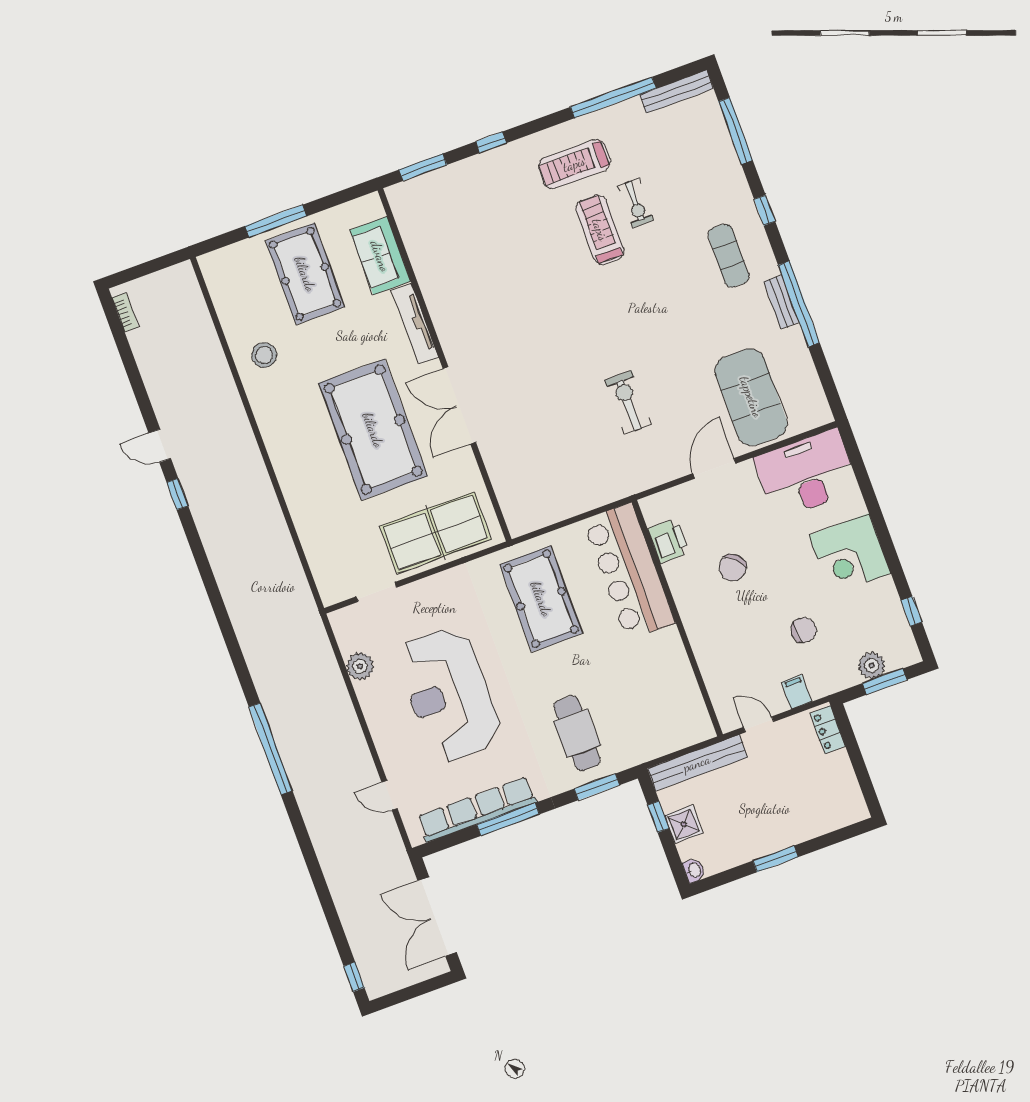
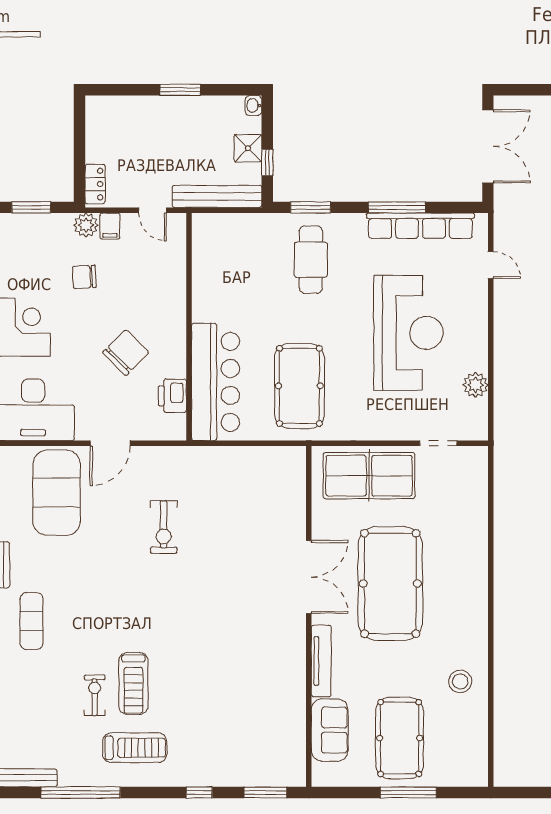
chair: (733, 568) -> (126, 353), width x1.37, depth x1.37
plant: (872, 666) -> (86, 225), moved

